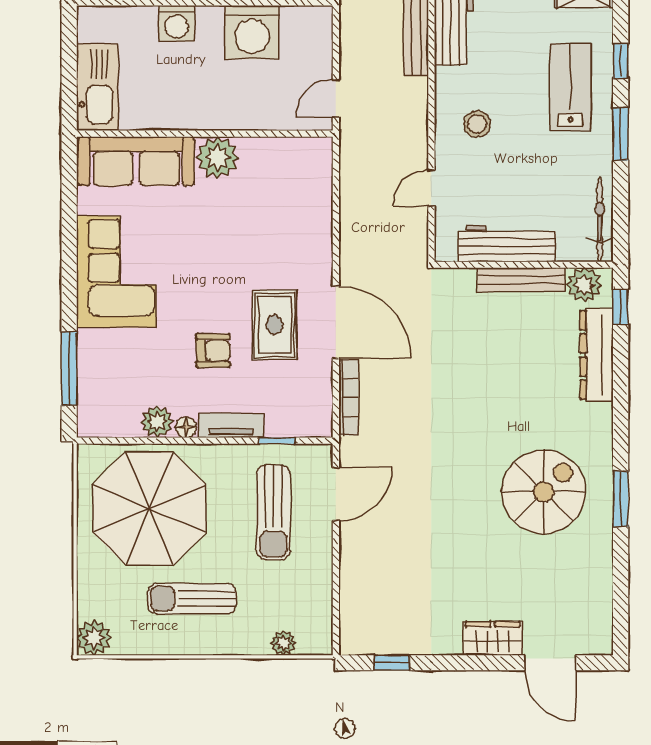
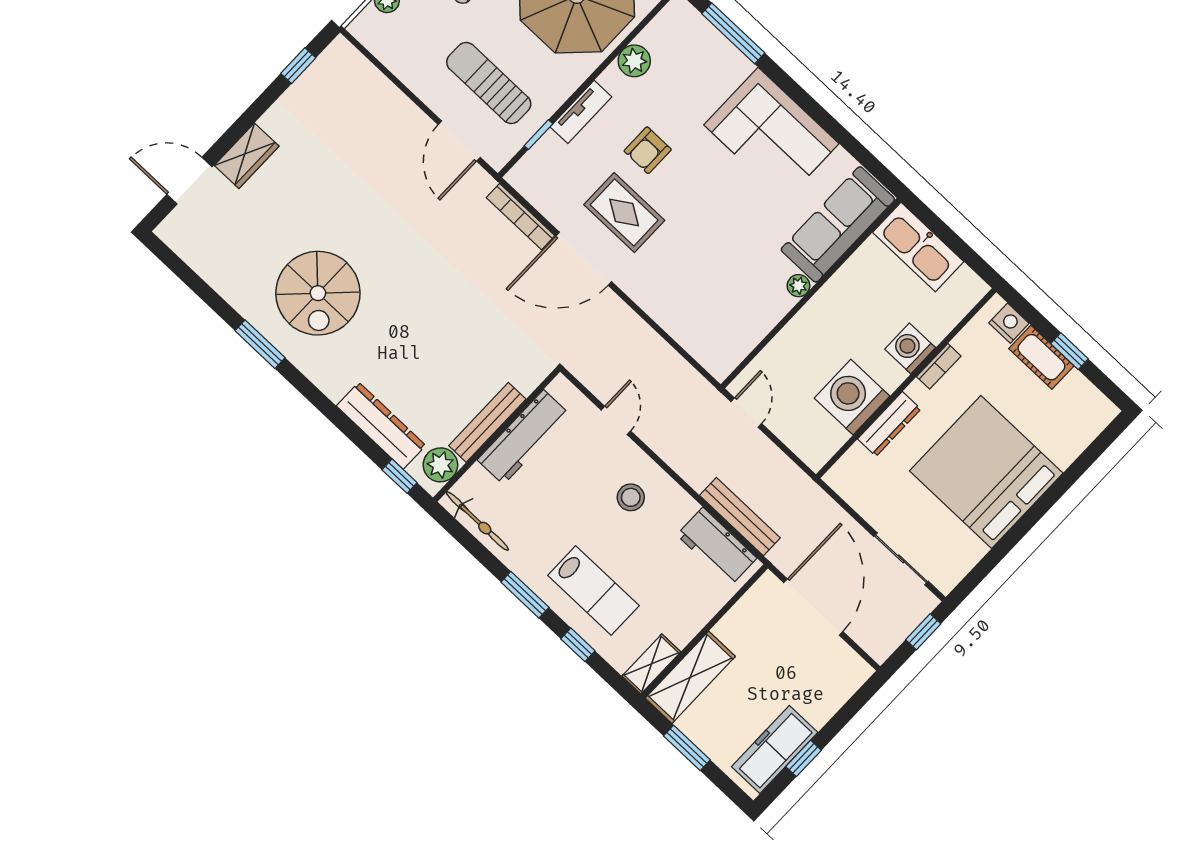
plant: (218, 157) -> (798, 286), width x0.53, depth x0.53
floor lamp: (186, 427) -> (610, 78), removed

